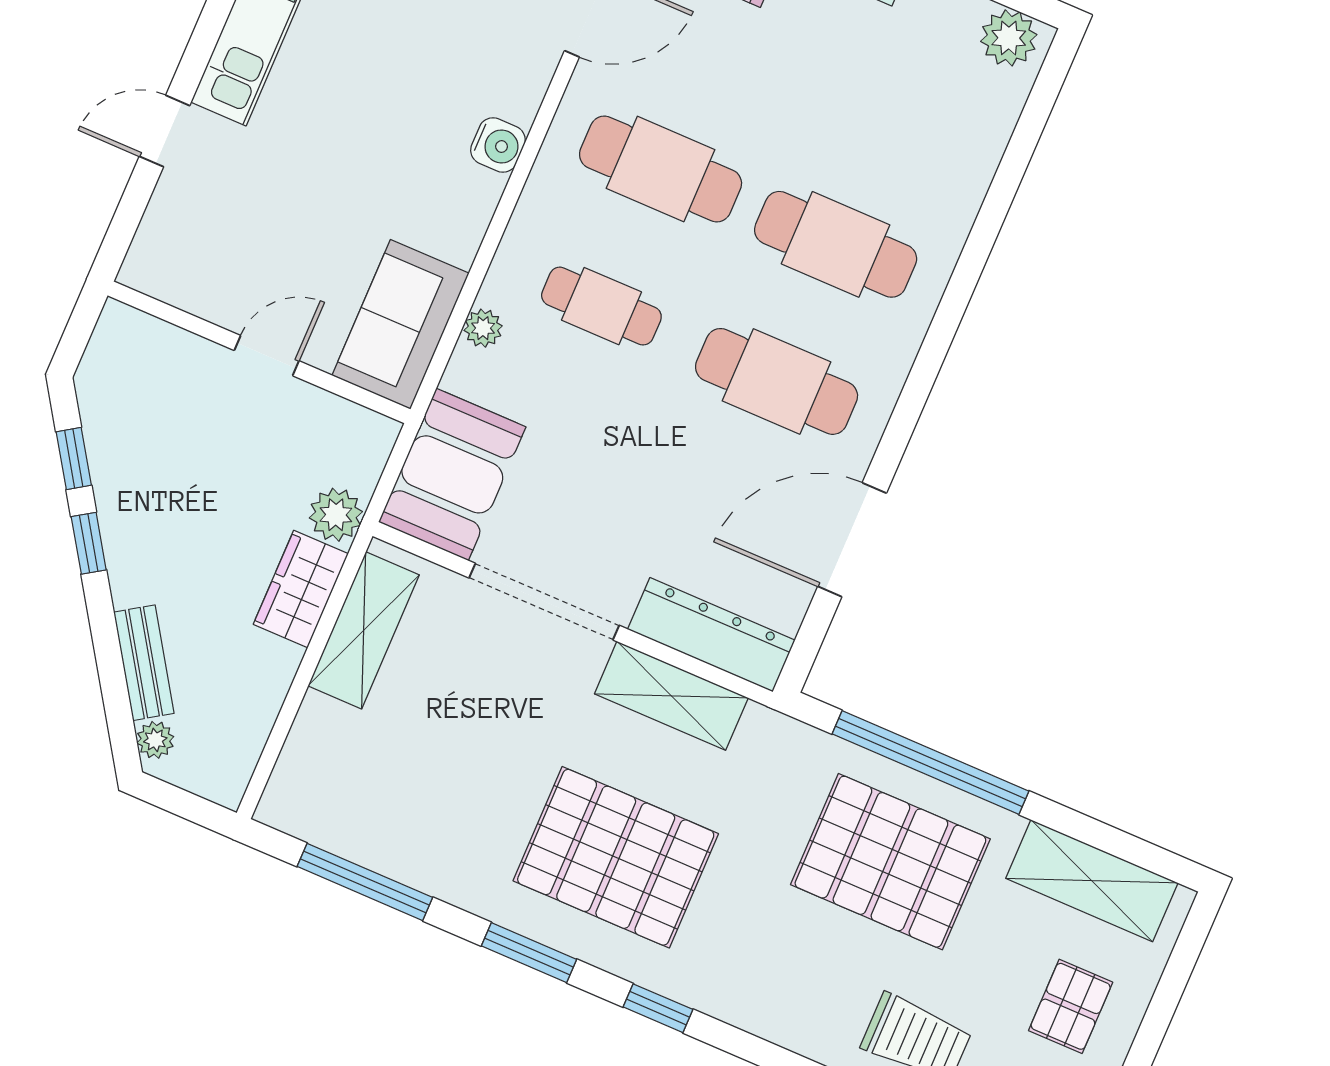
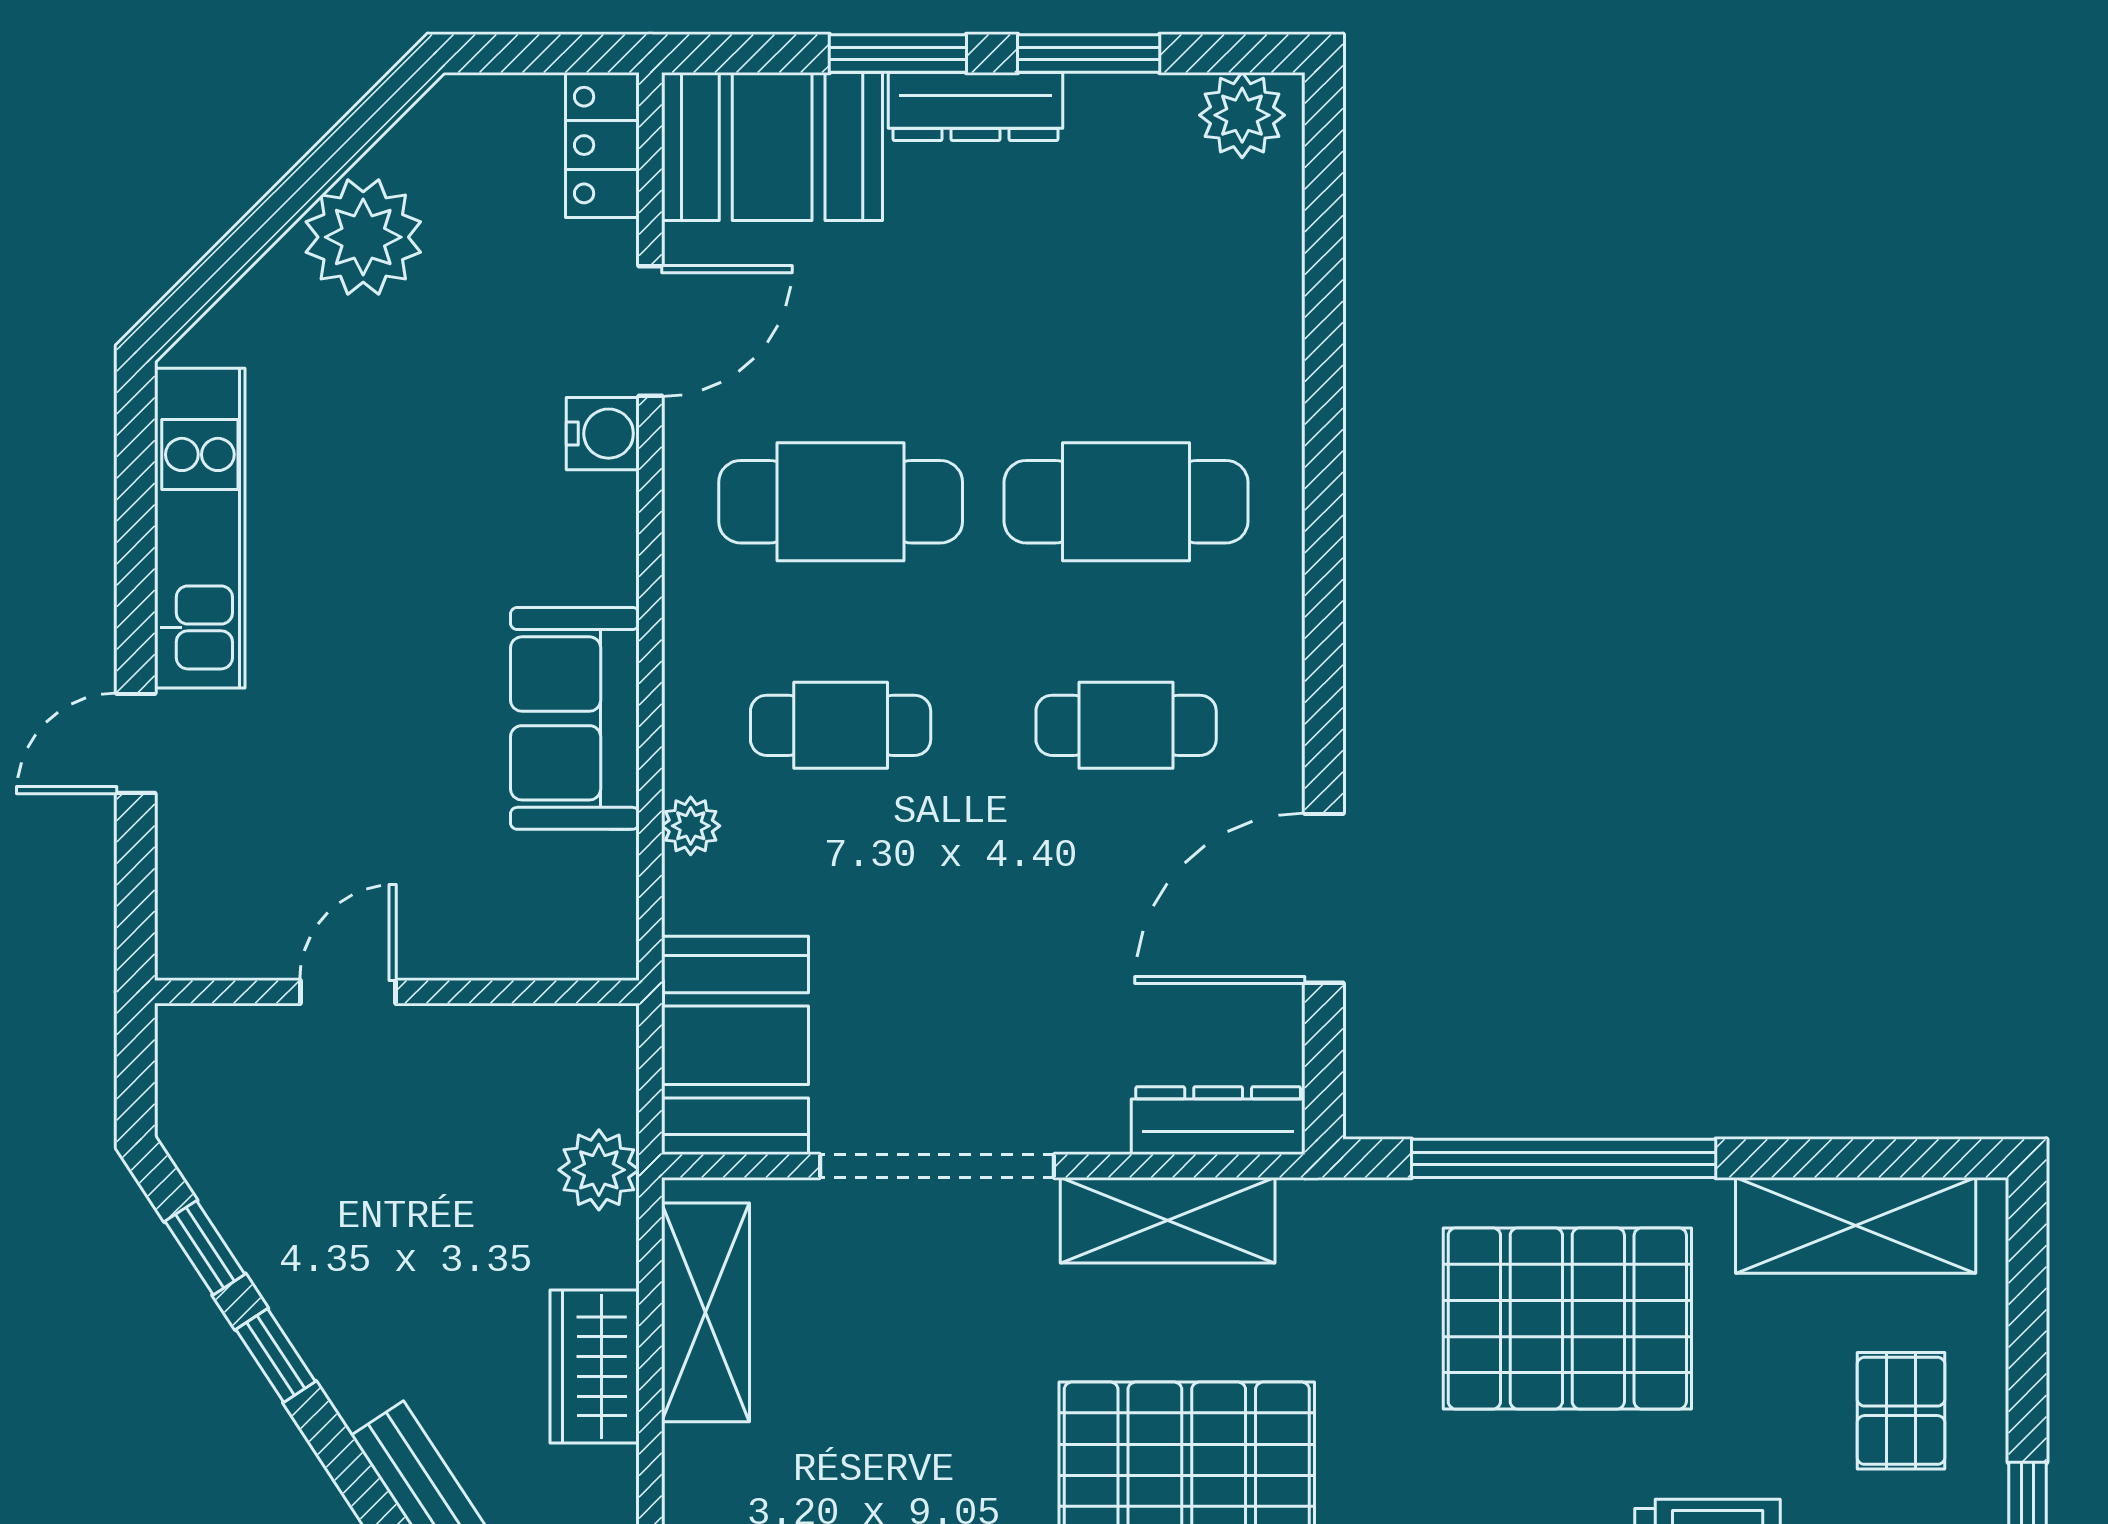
water cooler: (498, 145) -> (603, 434), moved
sofa: (400, 324) -> (575, 718), moved
door: (267, 356) -> (348, 992), moved
cafe table: (777, 381) -> (1126, 725), width x0.73, depth x0.74
wardrobe: (301, 589) -> (595, 1367), moved
dresser: (711, 635) -> (1218, 1121), width x0.73, depth x0.80

